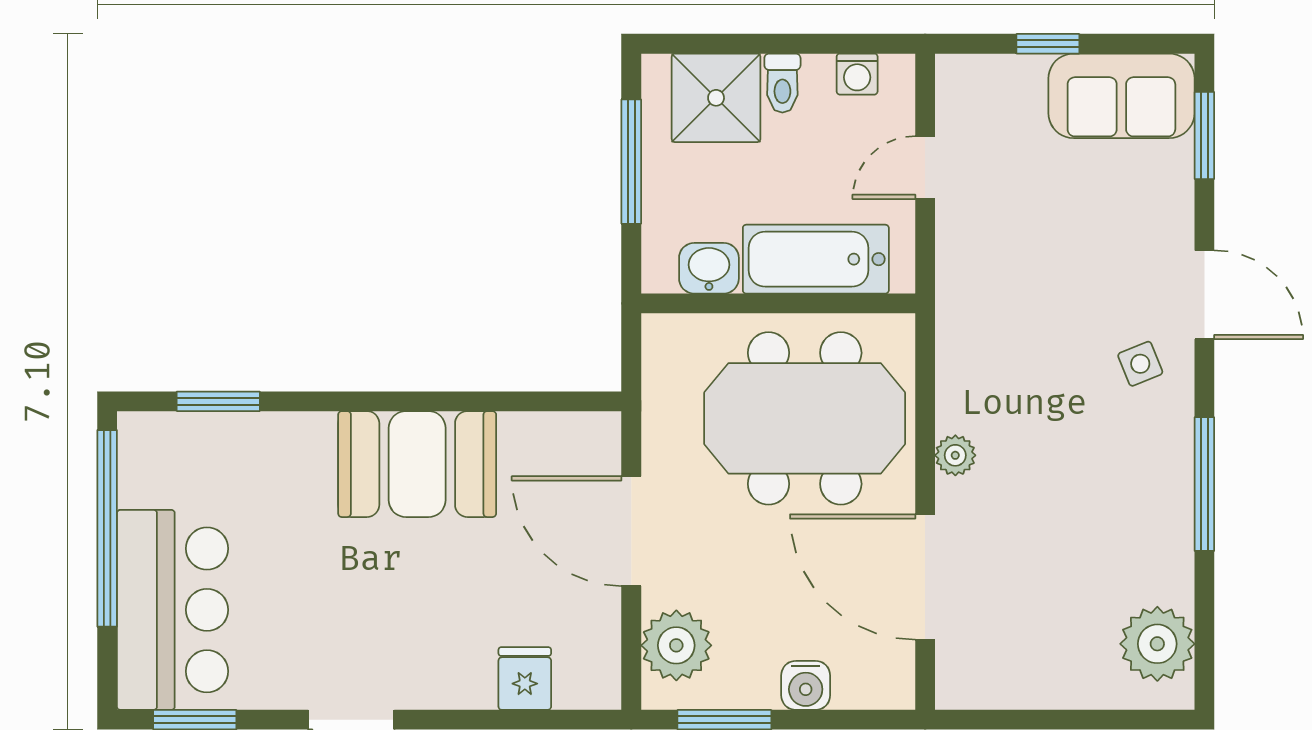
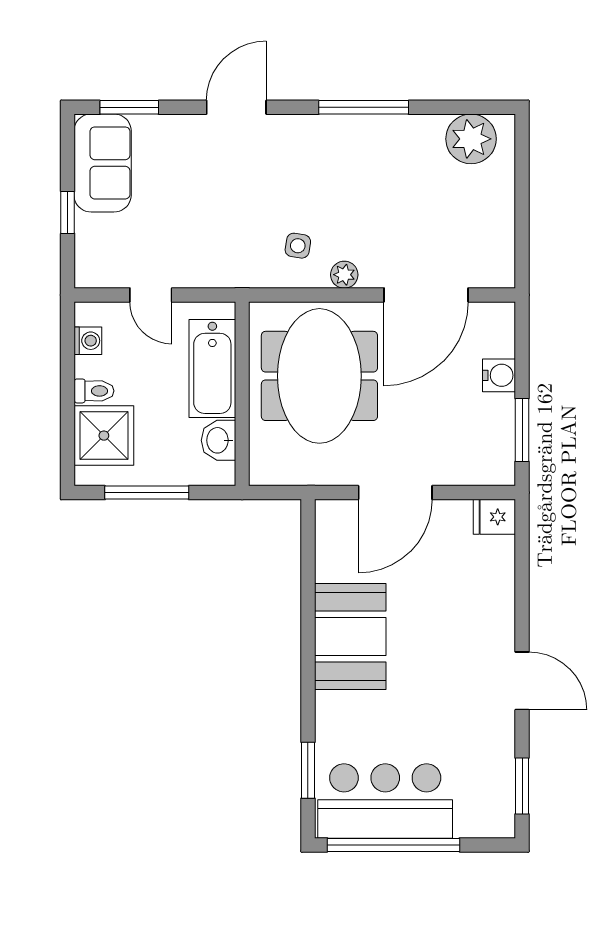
side table: (1140, 364) -> (298, 246), moved, turned 31
bar counter: (173, 610) -> (385, 801), moved
plant: (676, 645) -> (472, 462), removed
fridge: (525, 679) -> (494, 517), moved

